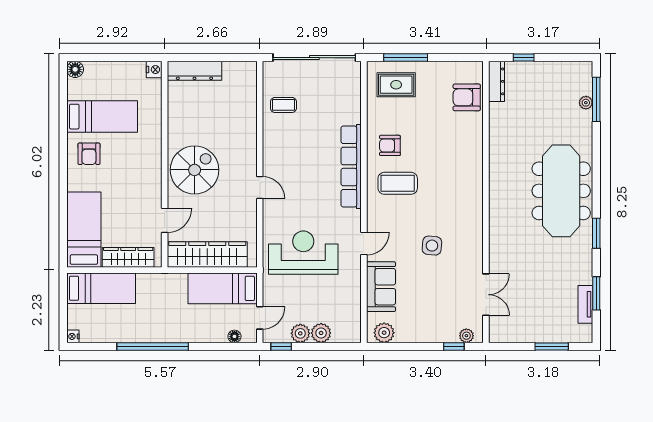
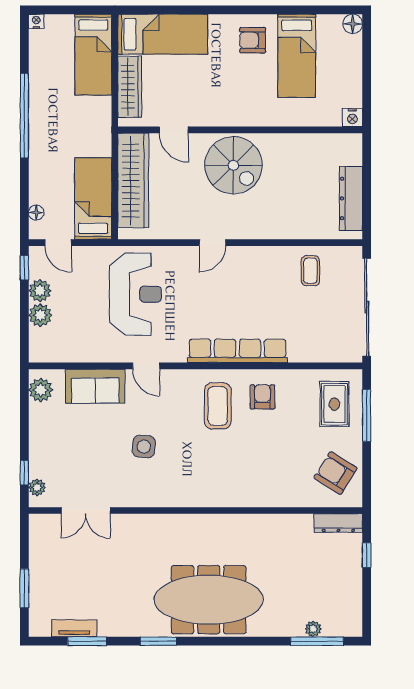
dresser: (194, 71) -> (351, 198), moved
armchair: (467, 97) -> (336, 473), moved, turned -58

